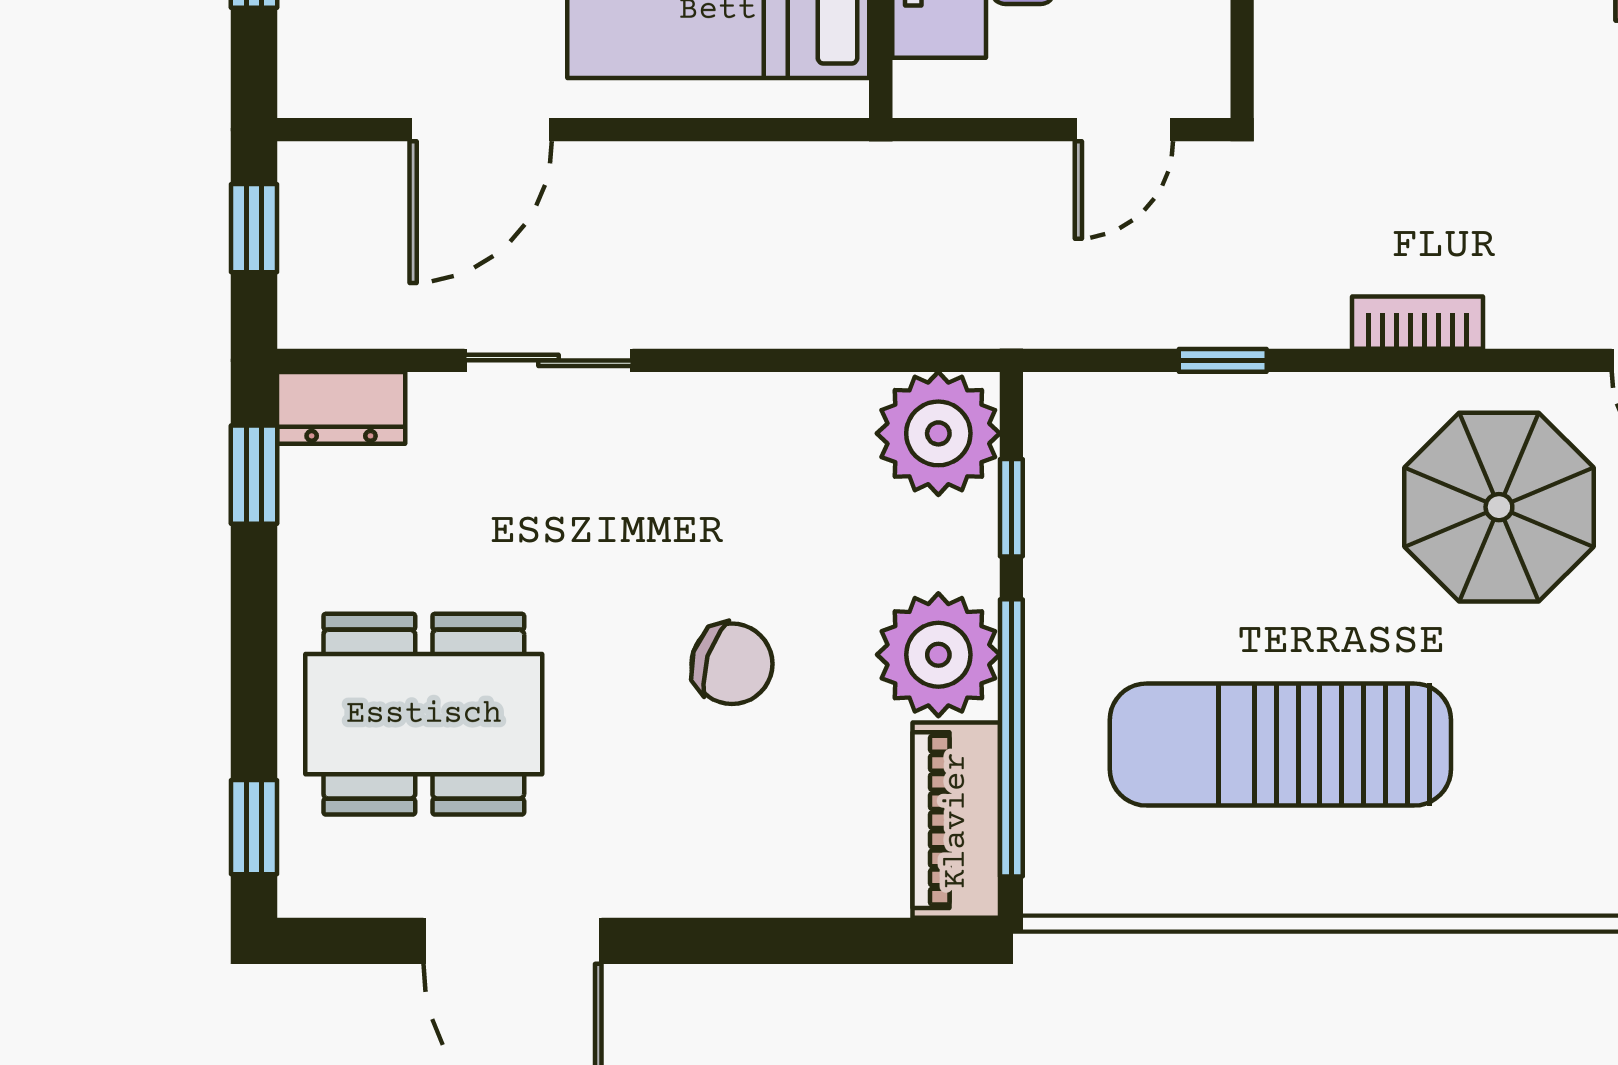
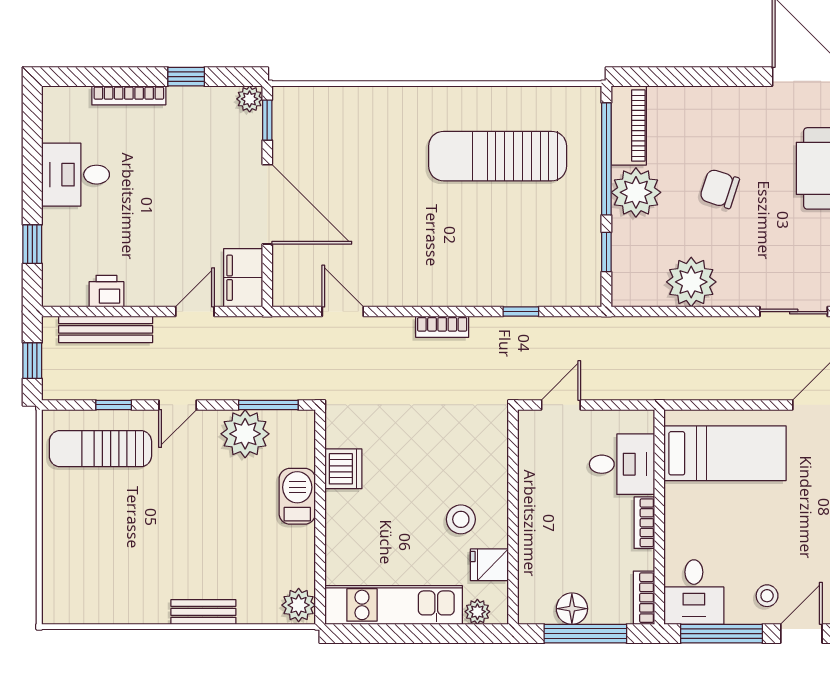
plant: (938, 433) -> (691, 282), moved
parasol: (1499, 507) -> (409, 252), removed
sun lounger: (1280, 745) -> (498, 156), turned 180

